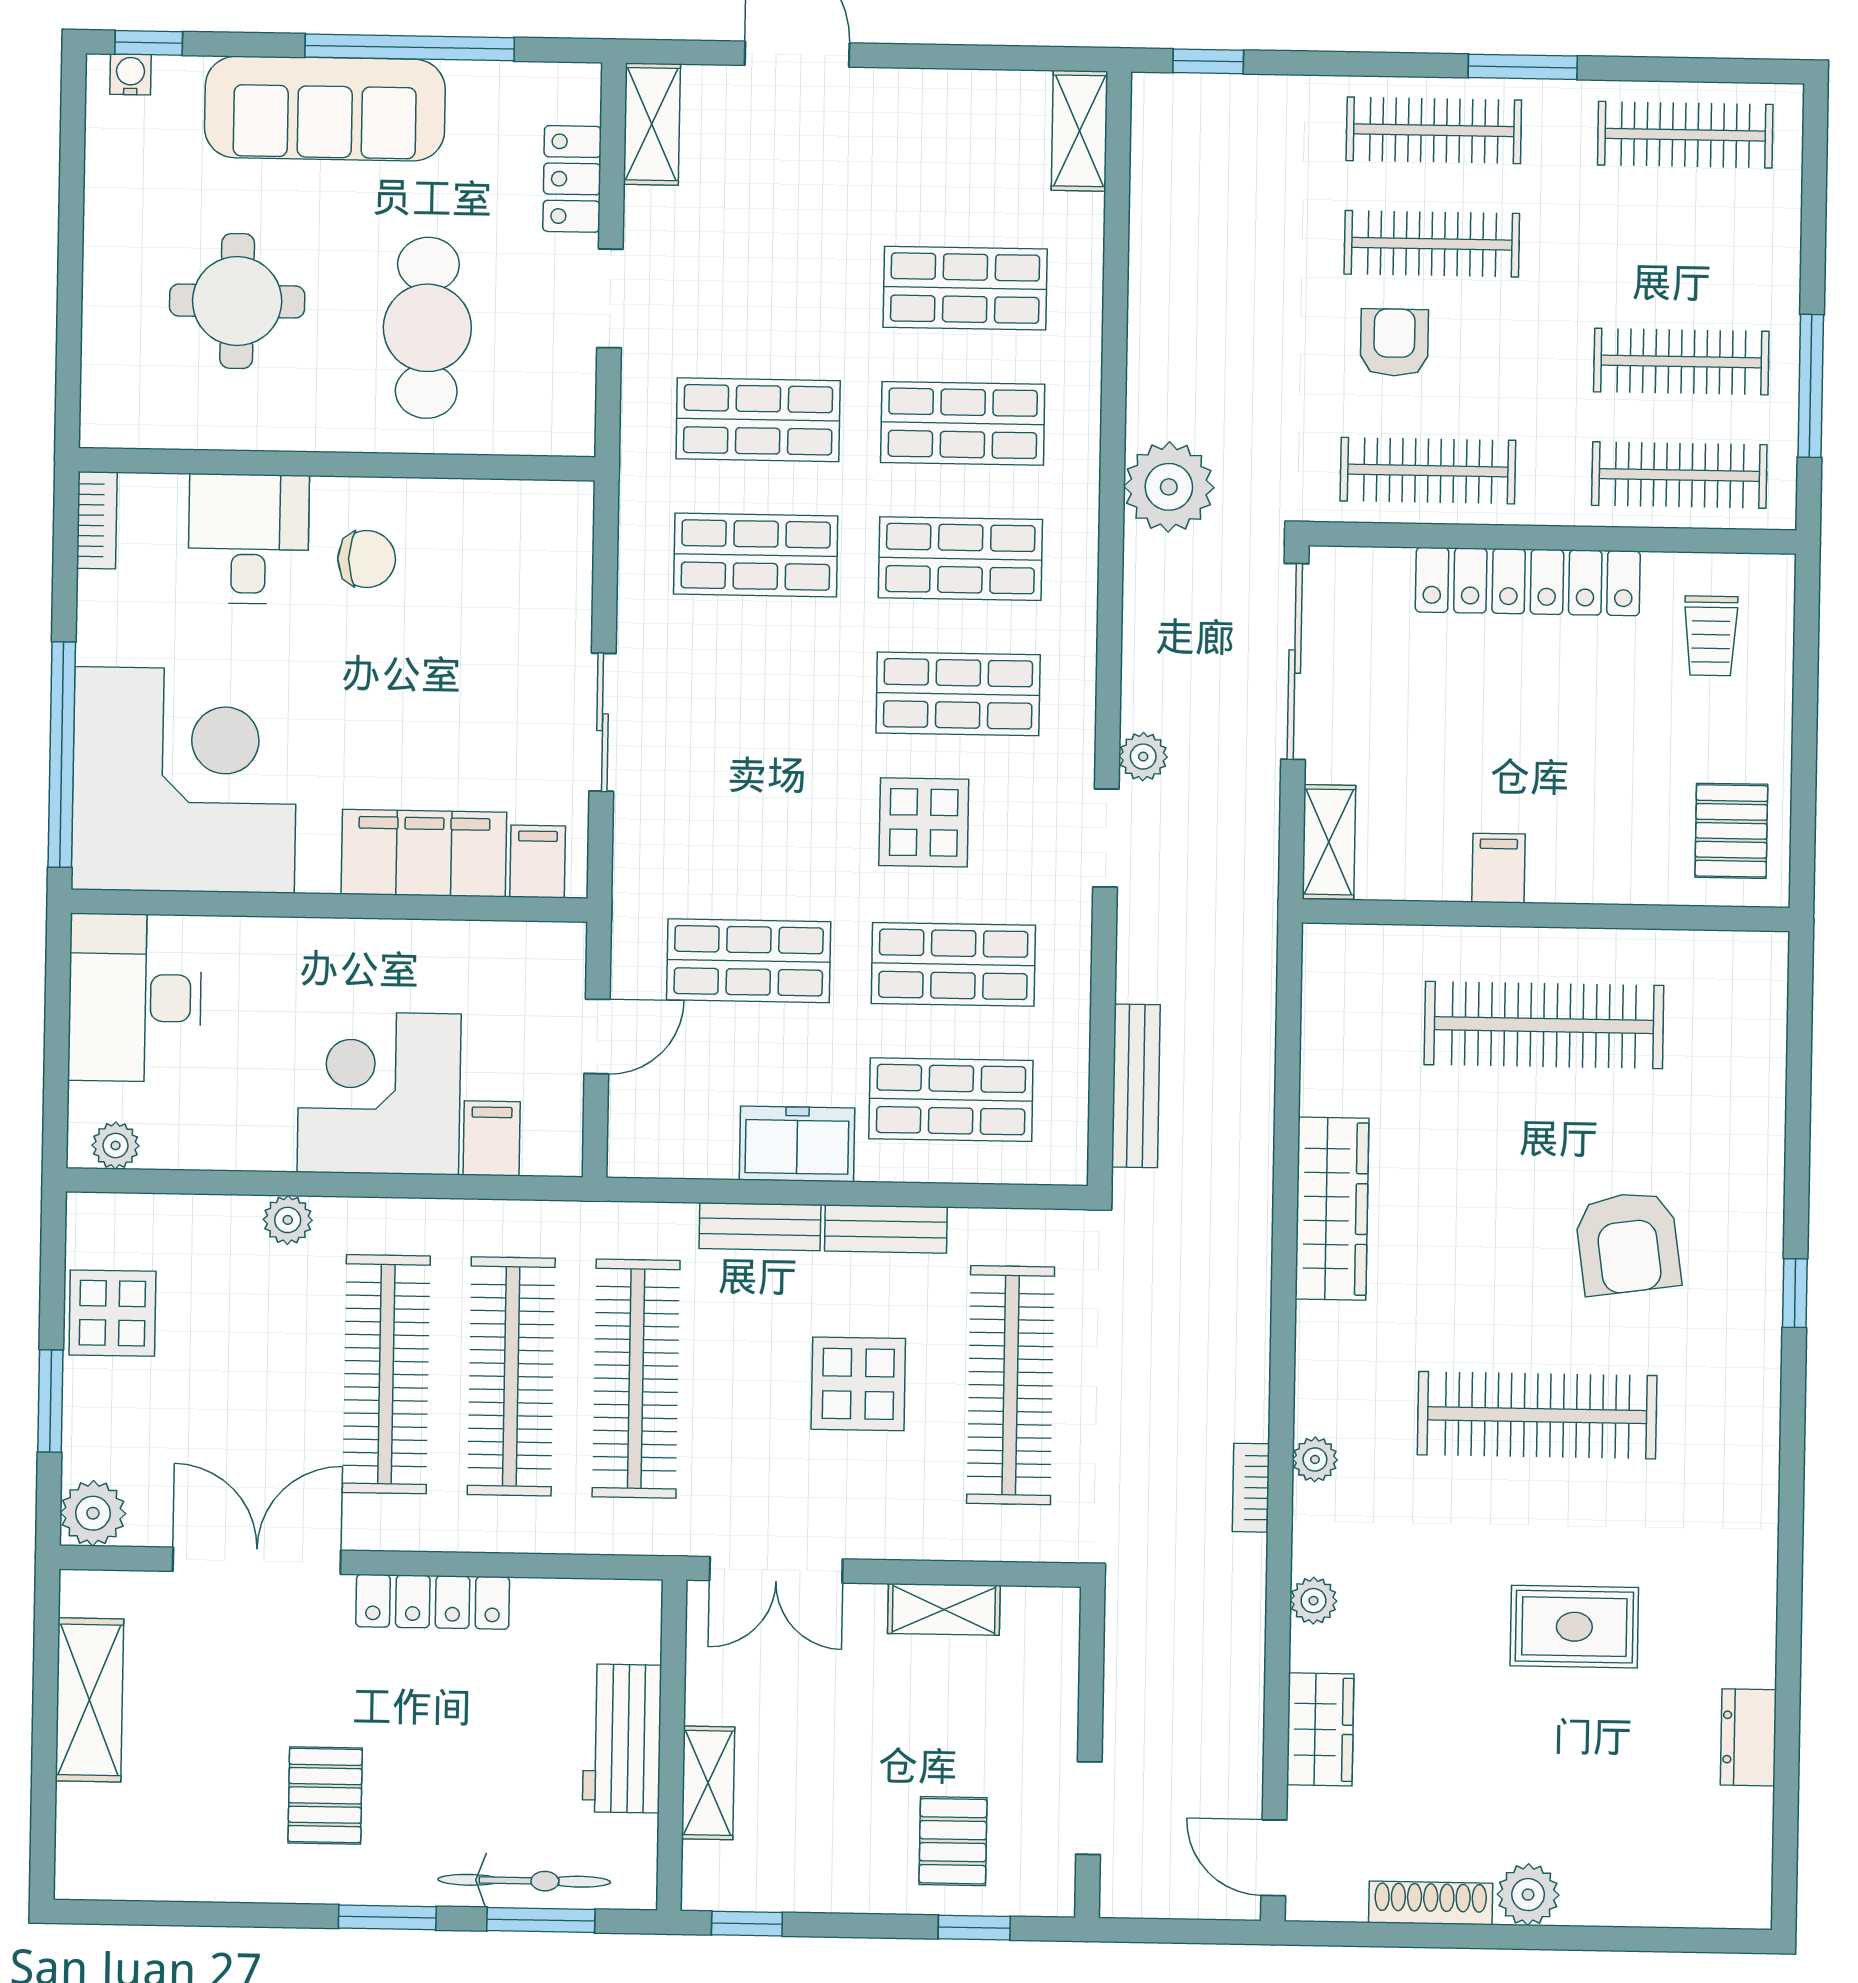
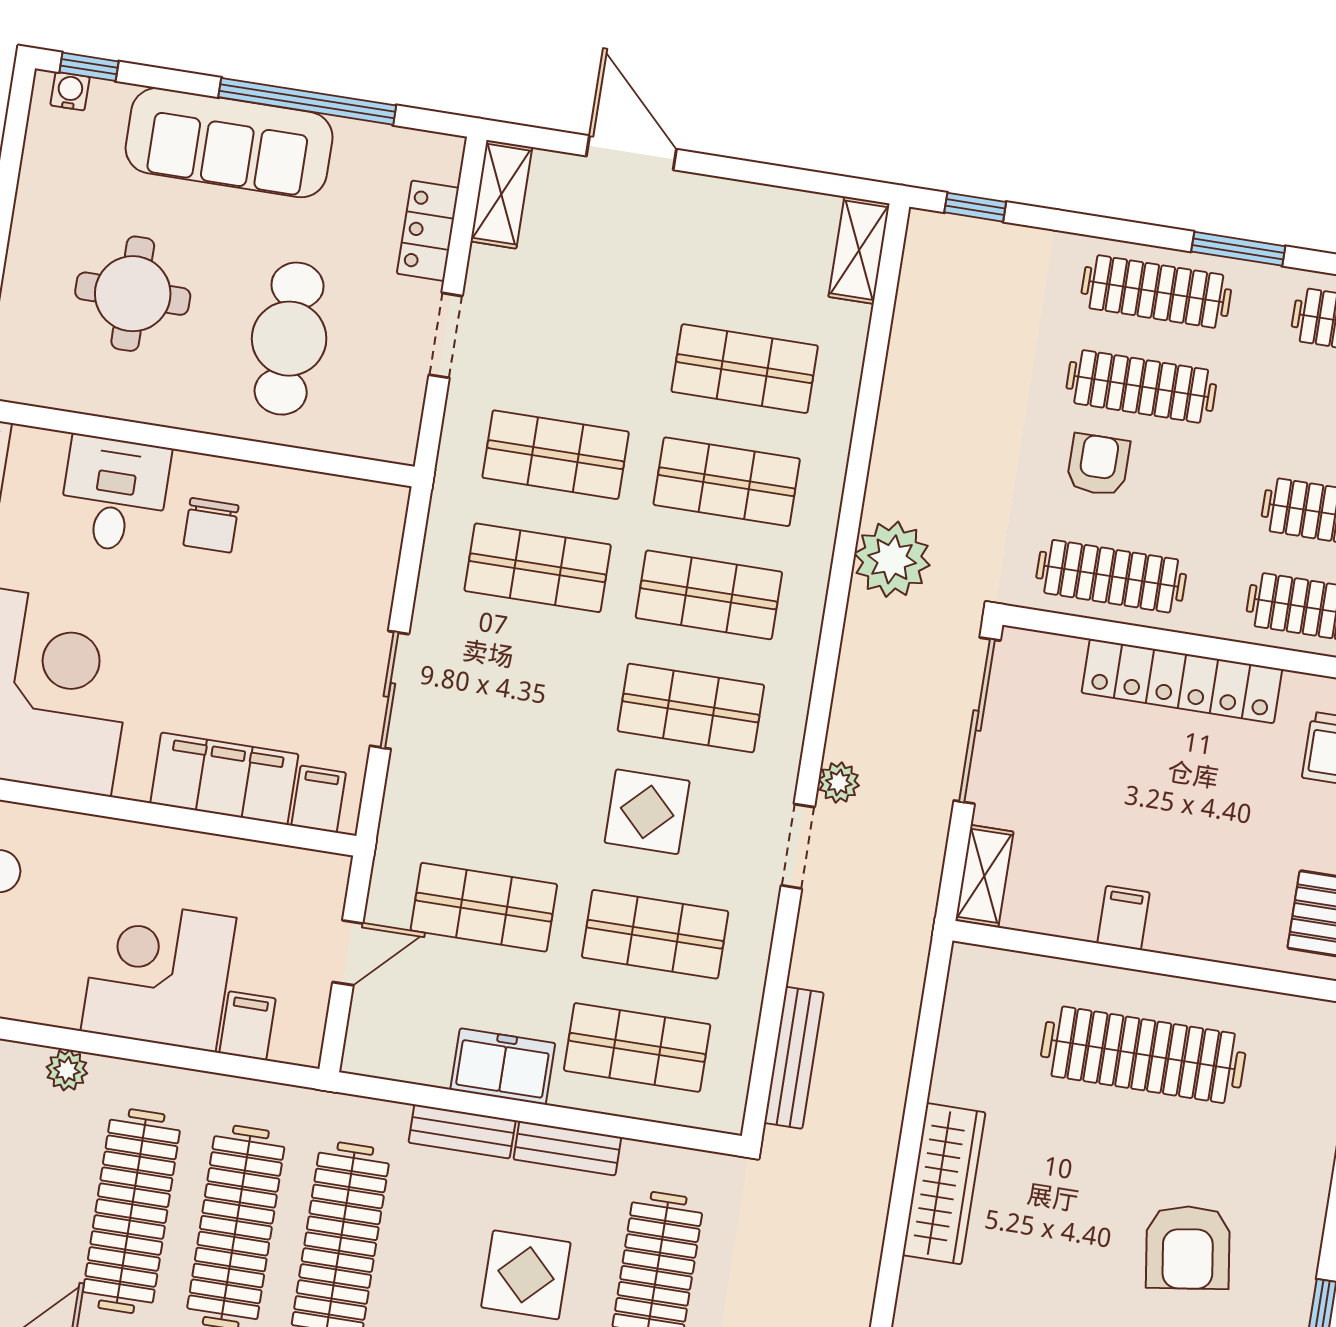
chair: (367, 559) -> (211, 525), turned 90

